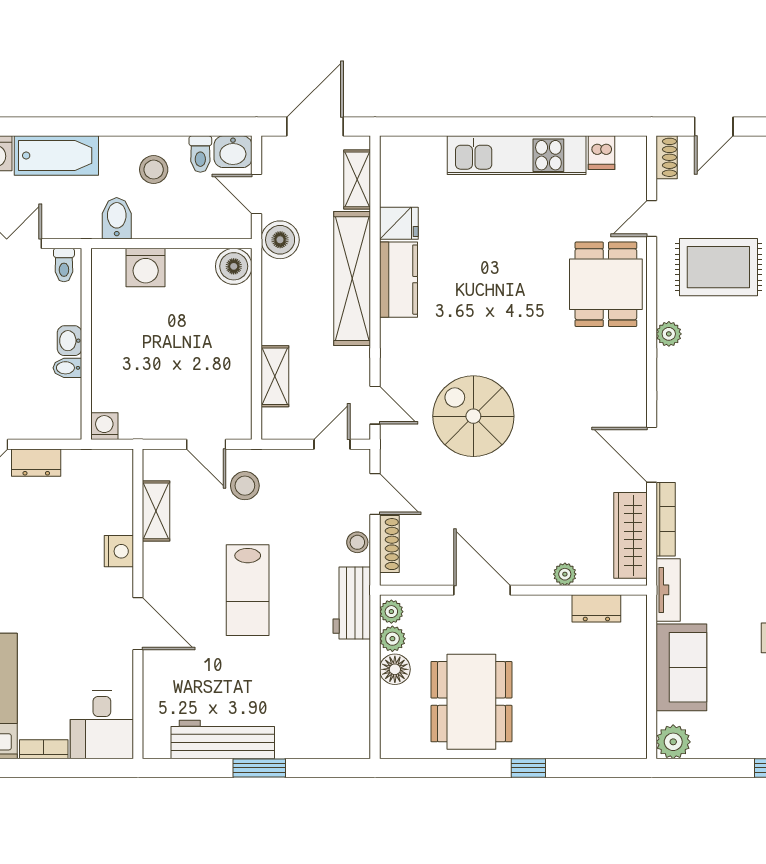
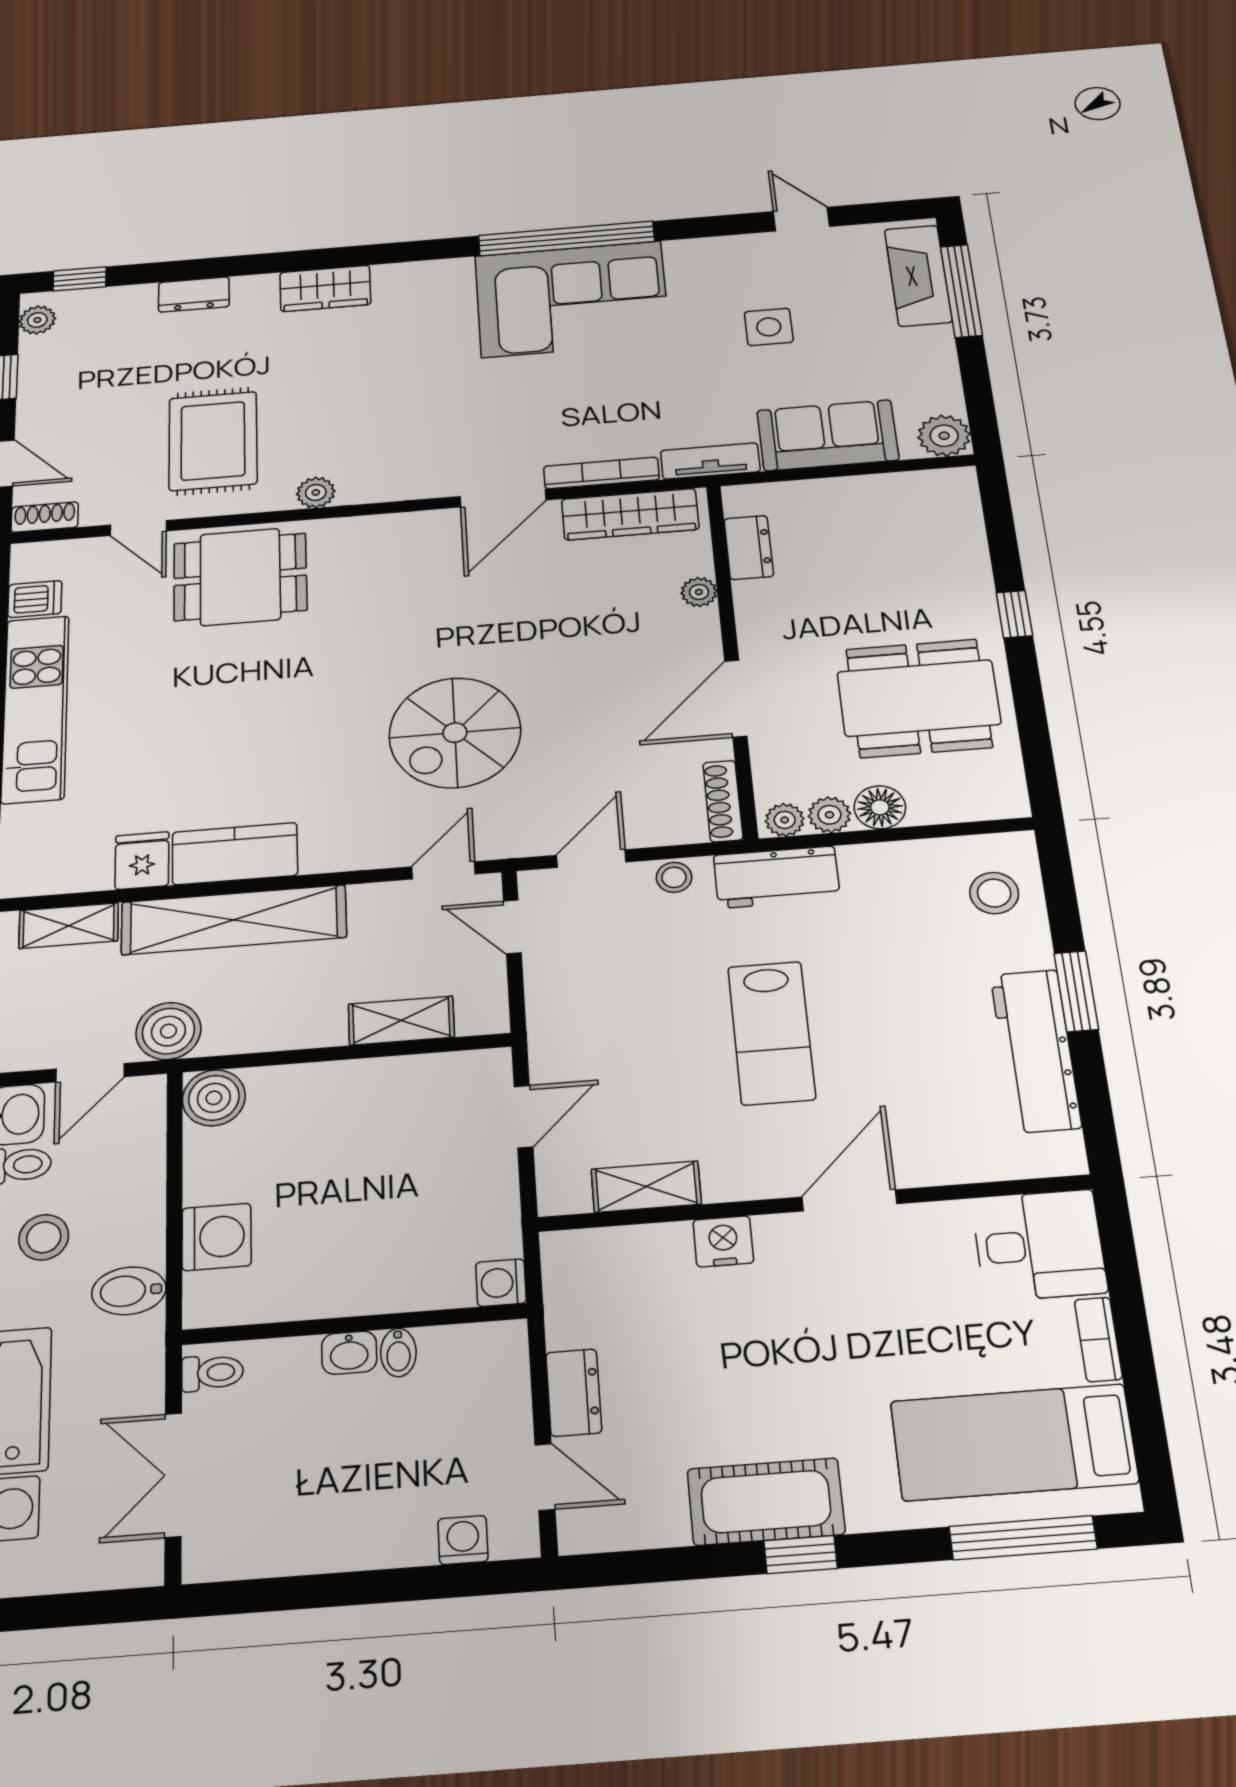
stool: (245, 486) -> (994, 893), moved
shoe rack: (389, 544) -> (723, 801), moved, turned -90
lab bench: (248, 590) -> (771, 1033), turned 90

